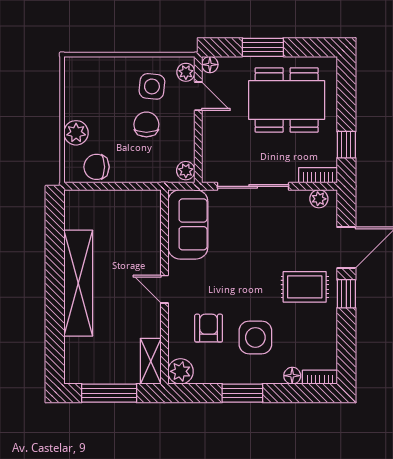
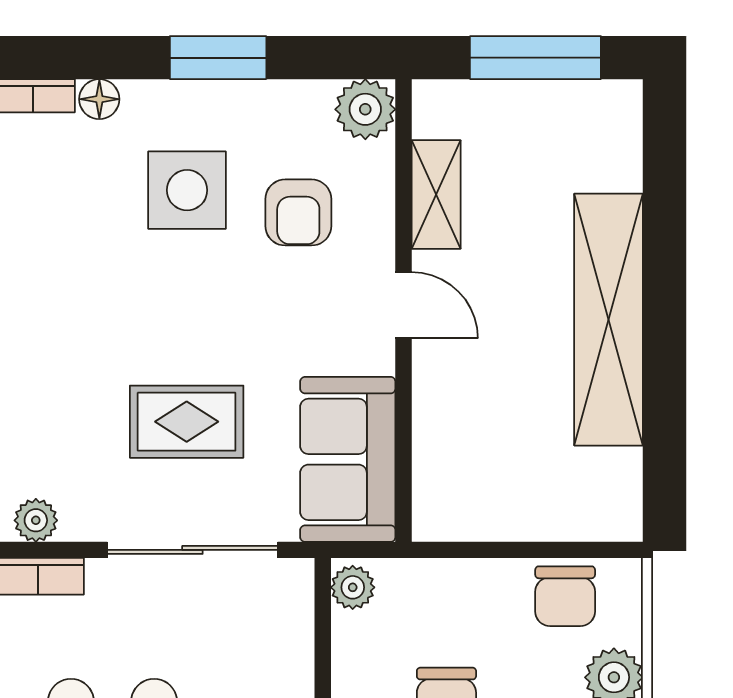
chair: (97, 167) -> (565, 596), turned 90
rug: (305, 287) -> (187, 422), moved
shelving: (151, 361) -> (436, 194), moved

